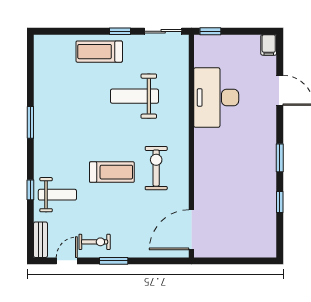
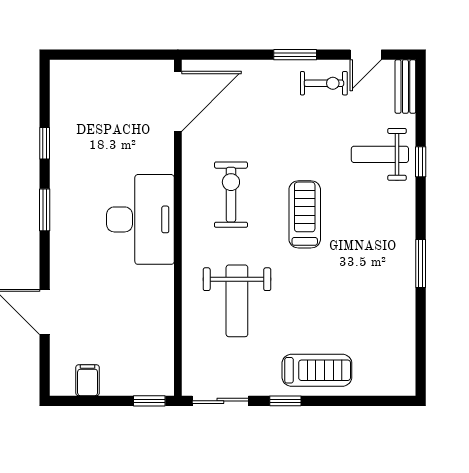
filing cabinet: (269, 45) -> (88, 380), moved
weight bench: (134, 96) -> (237, 301), moved, turned 90
desk: (216, 98) -> (140, 219), moved
exercise bike: (156, 168) -> (231, 195), turned 180
treadmill: (112, 172) -> (305, 214), moved, turned 90
exercise bike: (95, 242) -> (324, 83), turned 180

